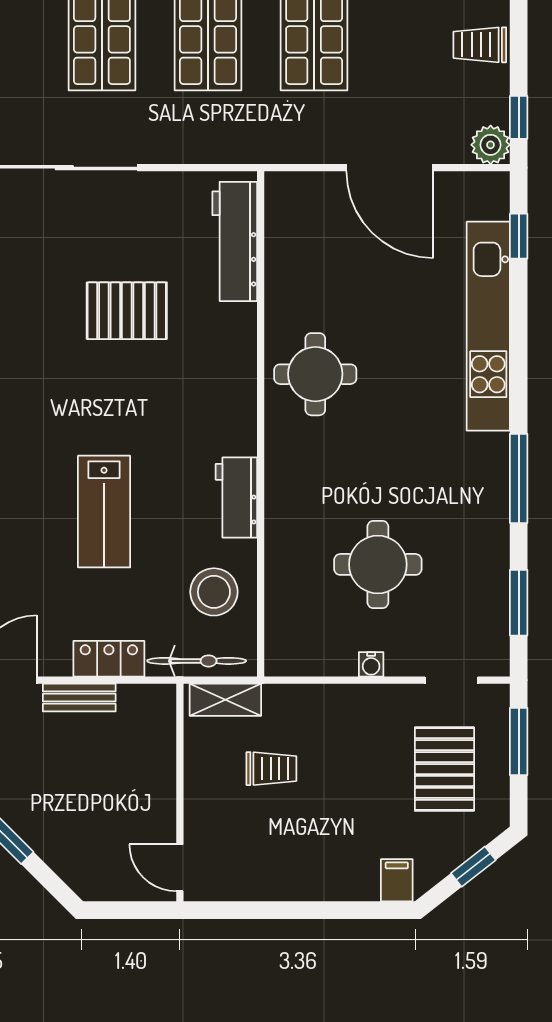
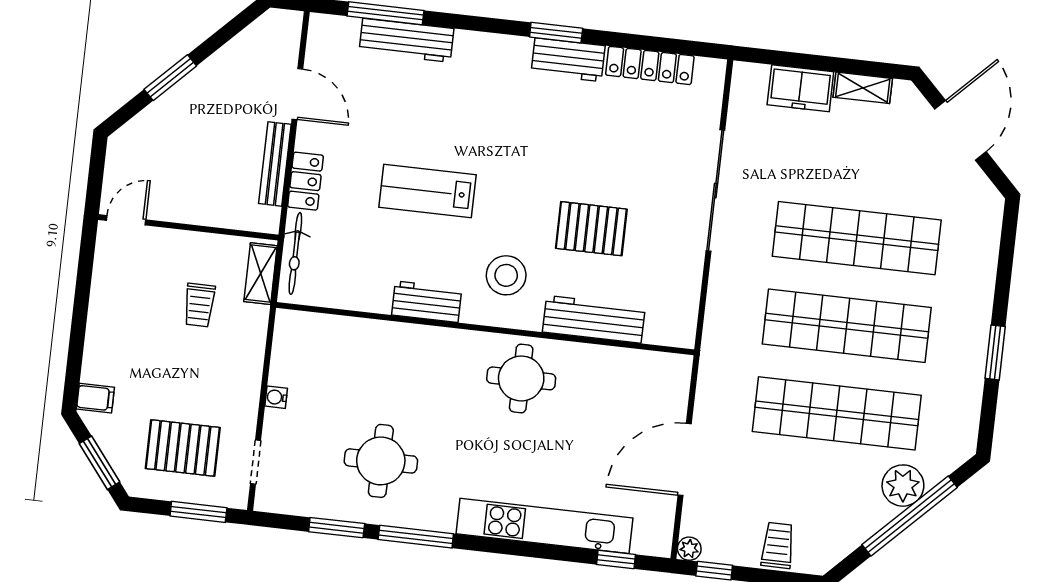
plant: (491, 145) -> (689, 549), width x0.73, depth x0.73
workbench: (235, 241) -> (594, 319), moved
pallet: (127, 311) -> (591, 229), turned 90
round table: (378, 564) -> (381, 461), moved
stool: (214, 592) -> (506, 275), moved
window: (519, 603) -> (337, 528), moved
bench: (79, 698) -> (275, 164), width x1.36
window: (473, 867) -> (99, 463), width x1.50

